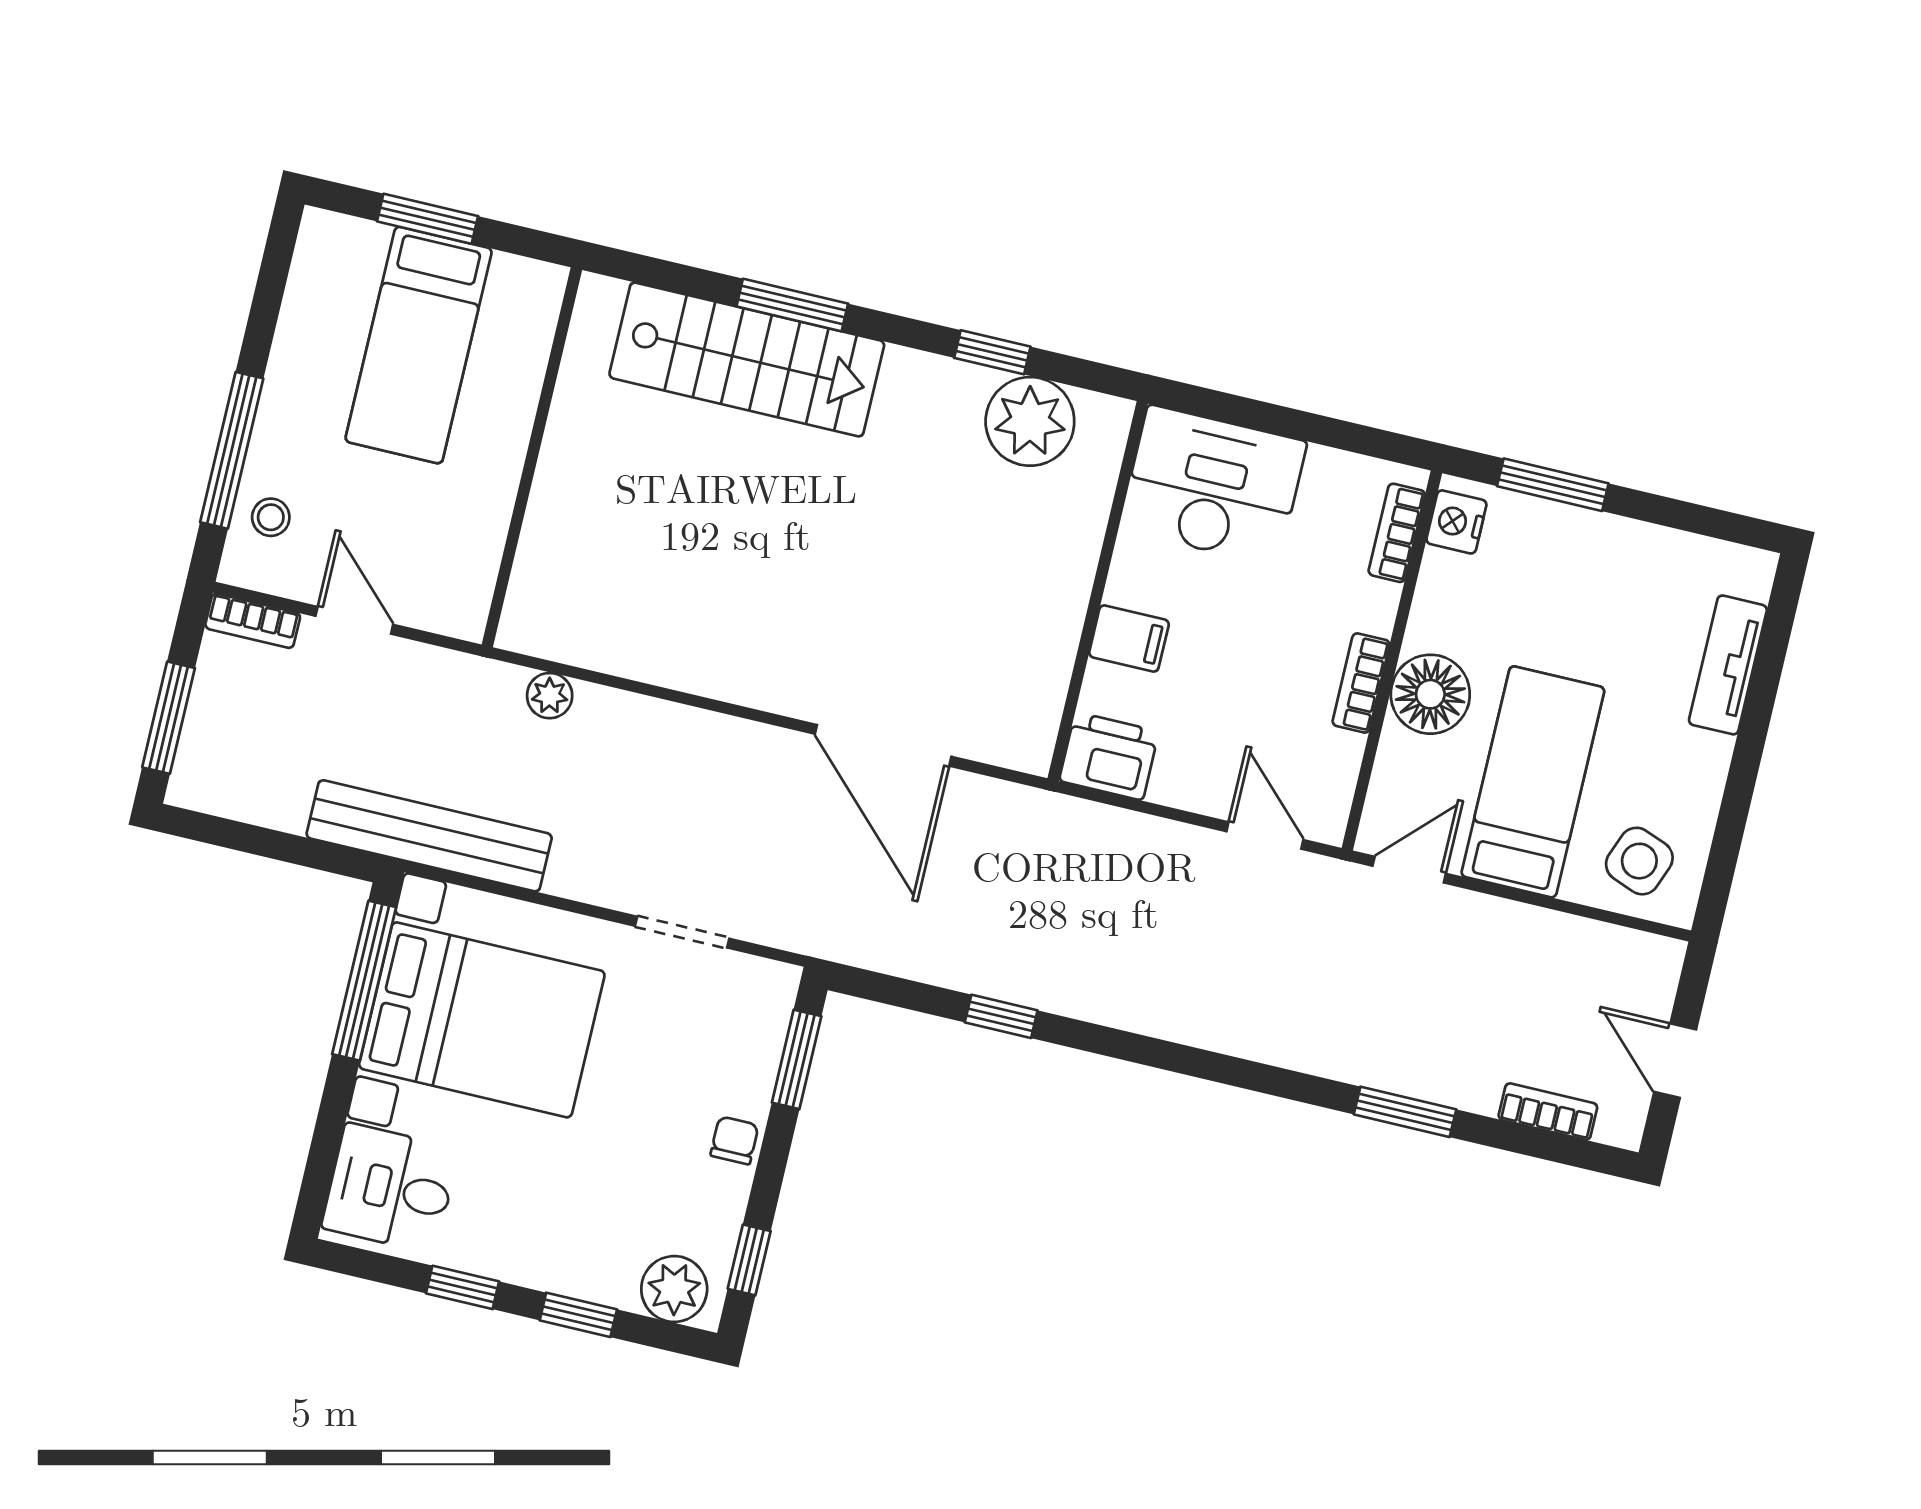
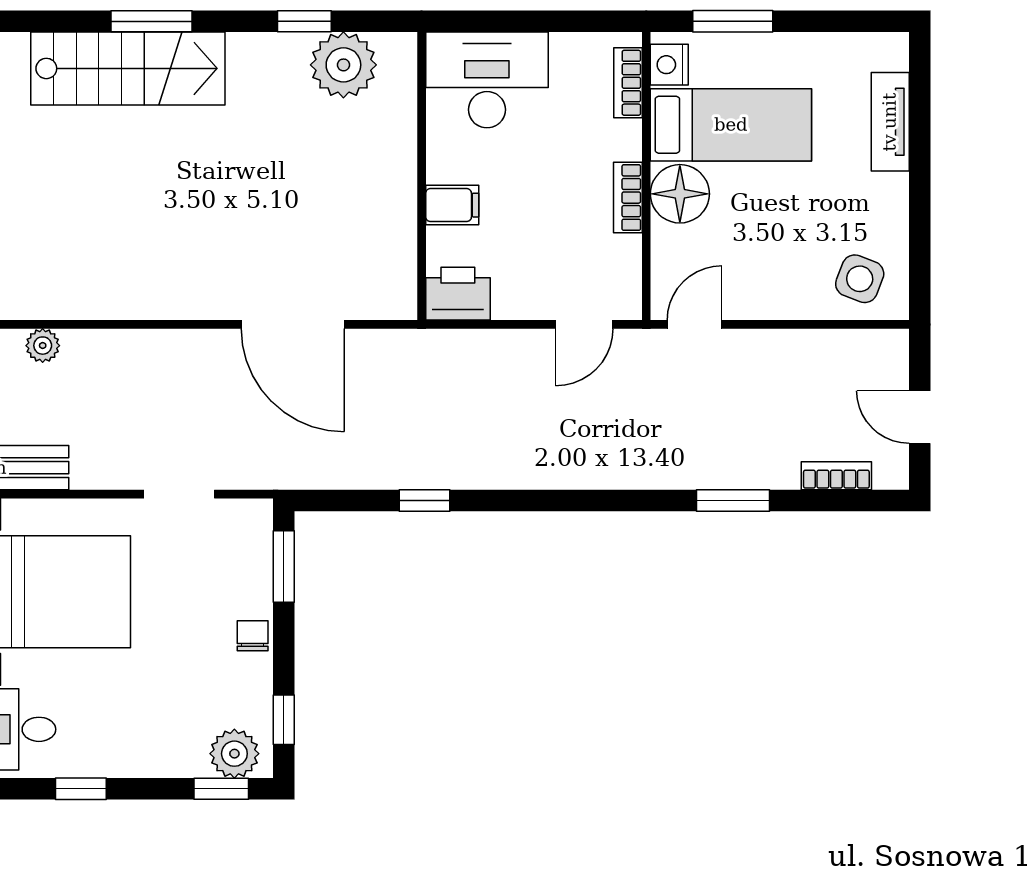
bed: (1533, 782) -> (731, 125), moved, turned 90
door: (1265, 836) -> (584, 324), swing flipped
window: (578, 1315) -> (221, 789), moved

